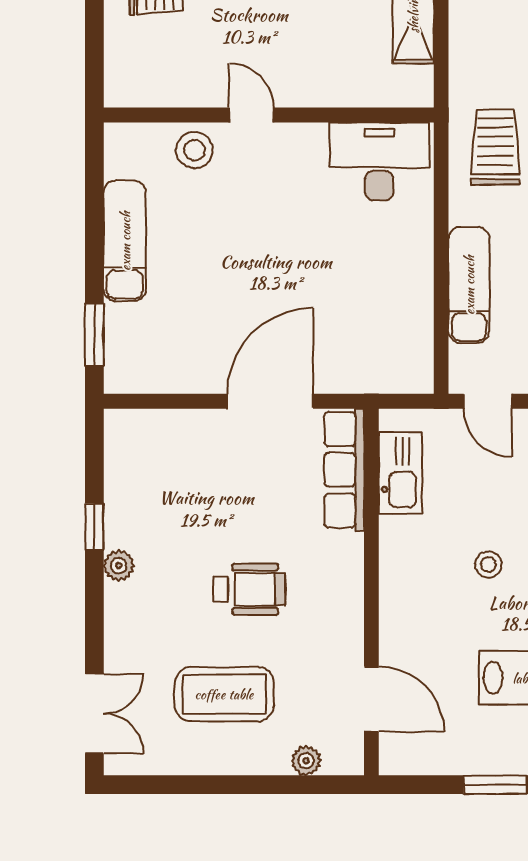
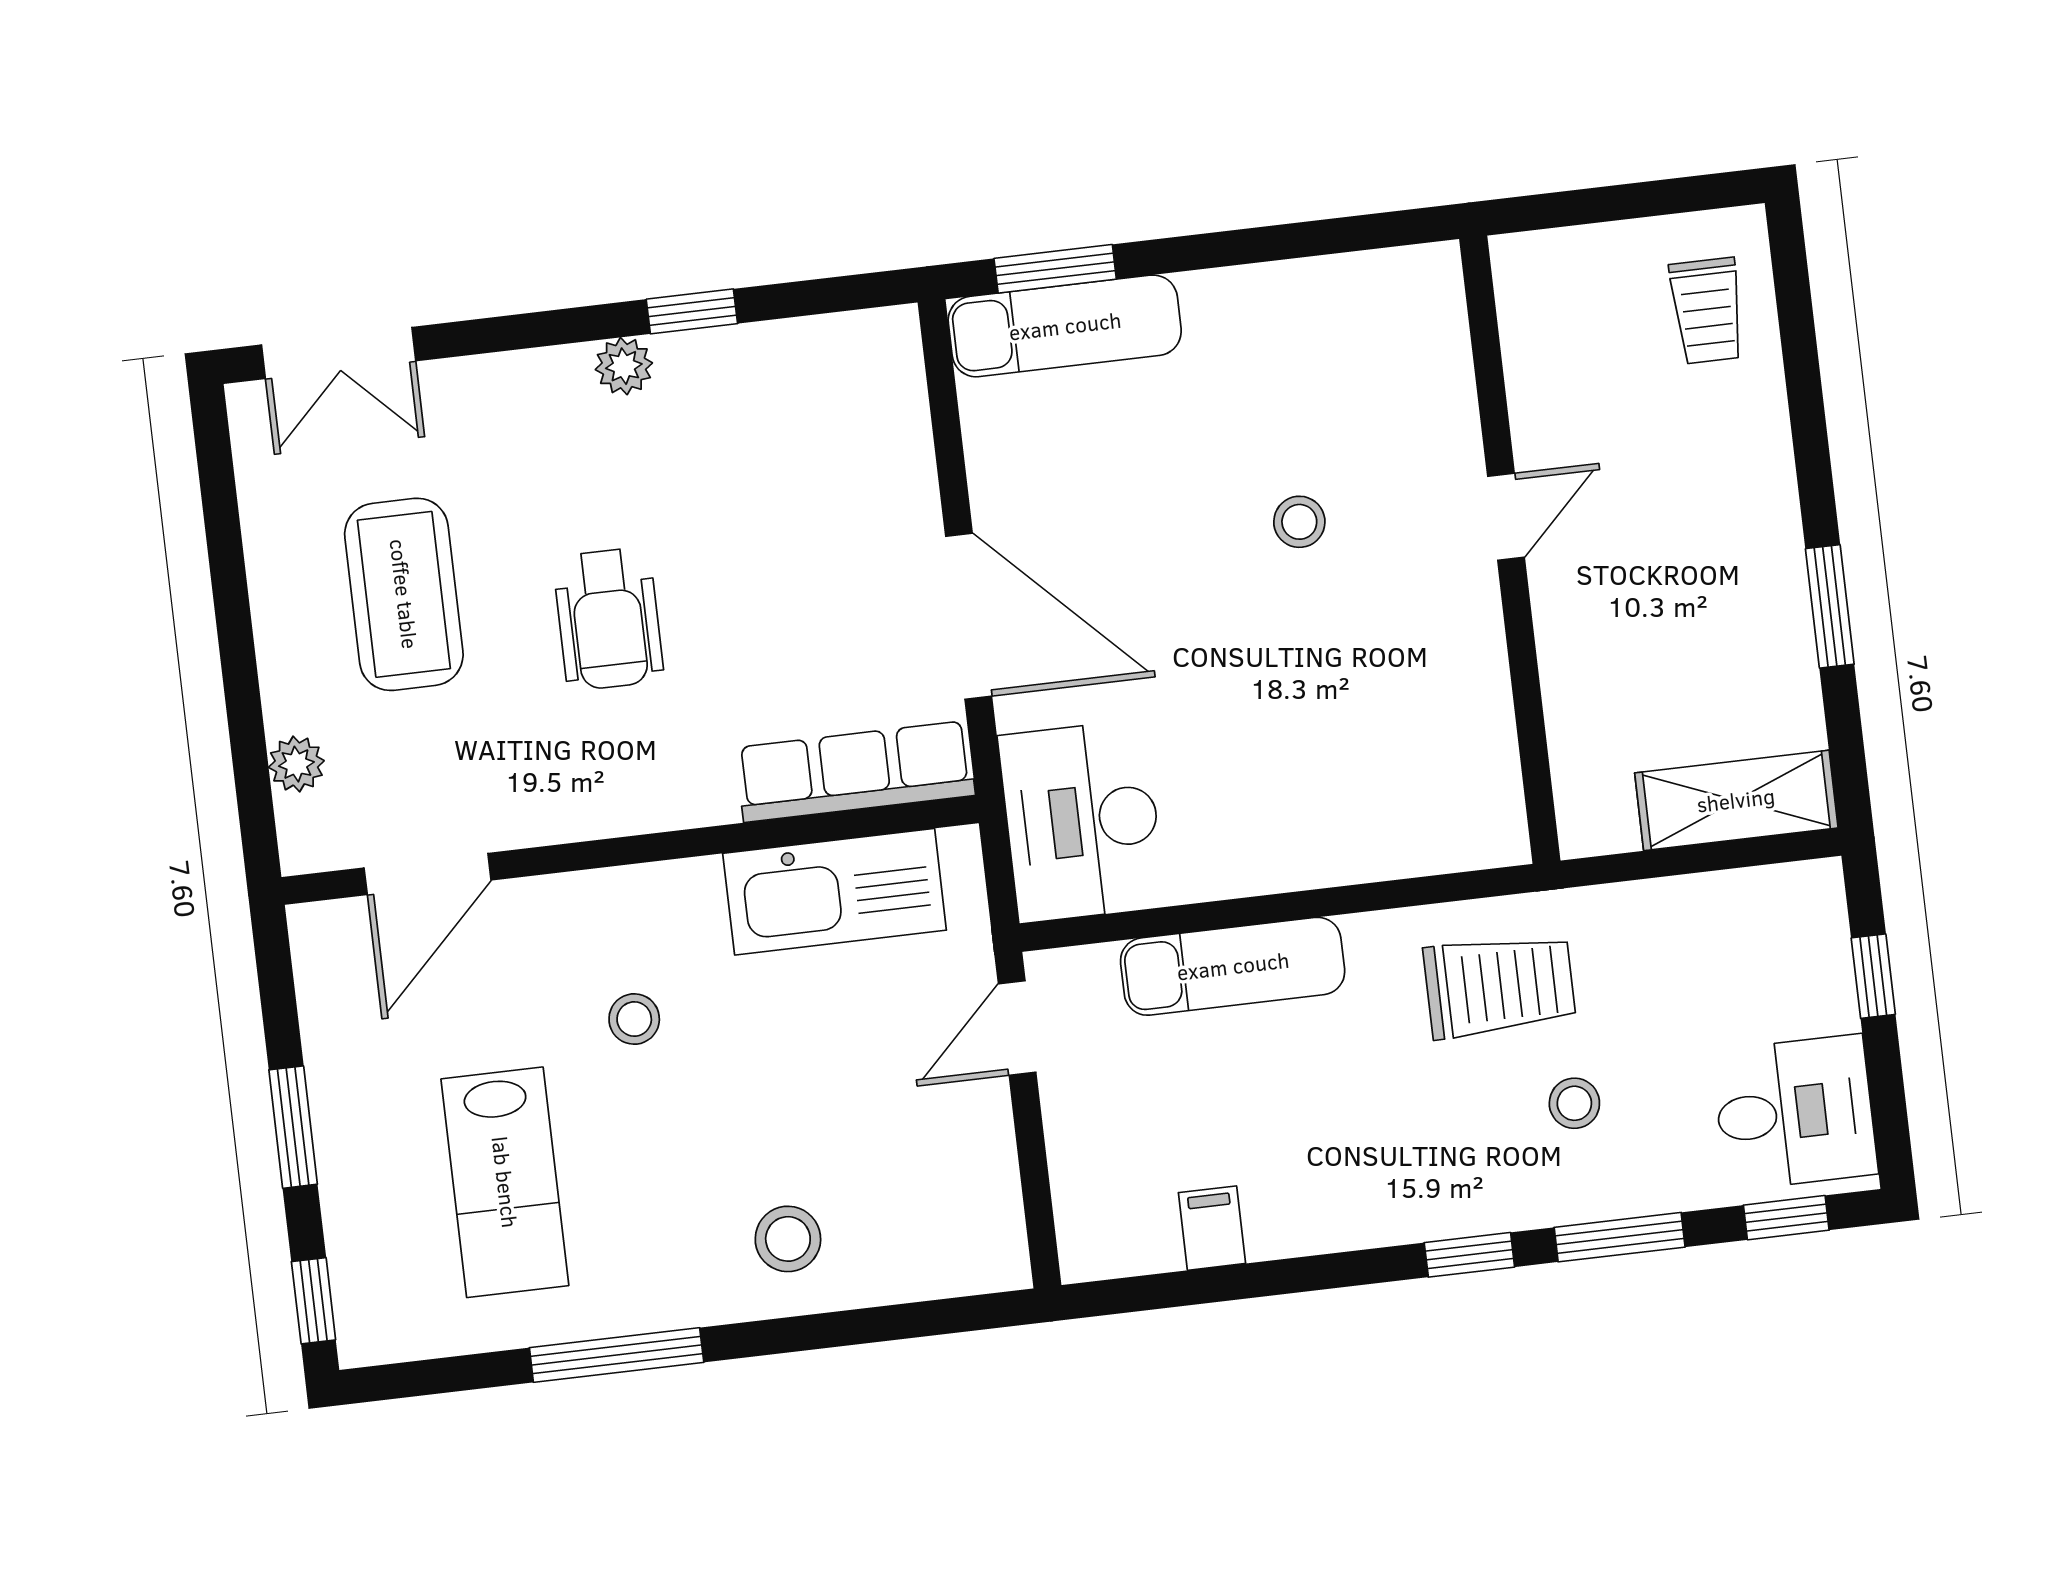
stool: (195, 150) -> (1299, 522), moved, width x0.73, depth x0.73
desk: (379, 161) -> (1082, 821), moved, turned 180
exam couch: (125, 241) -> (1065, 326), moved
kitchen sink: (400, 473) -> (835, 892), width x1.36, depth x1.24
stool: (488, 564) -> (634, 1019), moved

